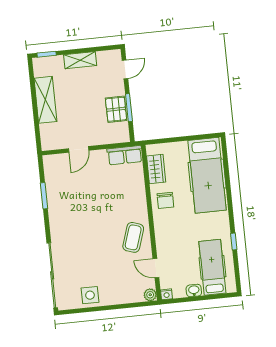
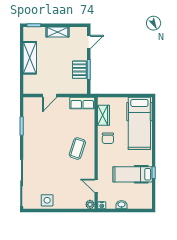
coffee table: (133, 237) -> (77, 148), moved
hospital bed: (212, 267) -> (133, 174), moved, turned -90

